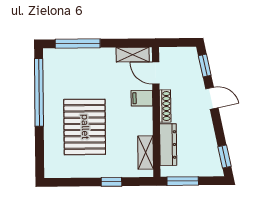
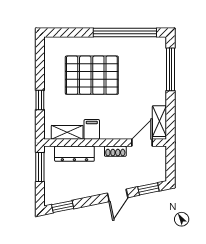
filing cabinet: (142, 98) -> (92, 129), moved
shoe rack: (165, 106) -> (115, 151), width x0.70

